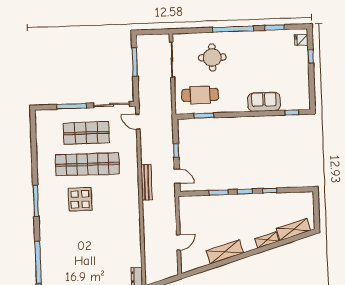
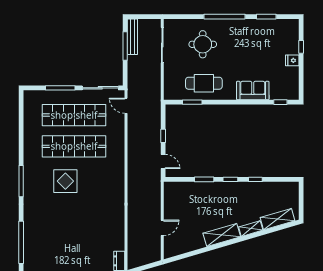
fridge: (301, 40) -> (292, 60), moved
cafe table: (200, 95) -> (204, 83), moved
shop shelf: (86, 133) -> (74, 115), width x1.40
bench: (146, 182) -> (132, 37), moved
shelving: (225, 252) -> (222, 235), moved

